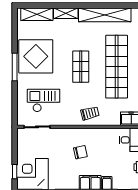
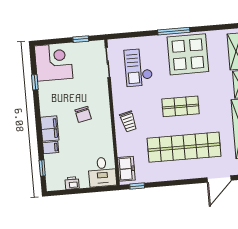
checkout: (44, 101) -> (138, 67), turned 180
window: (15, 172) -> (81, 39), moved

